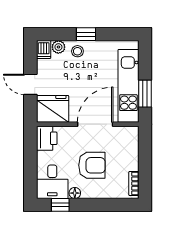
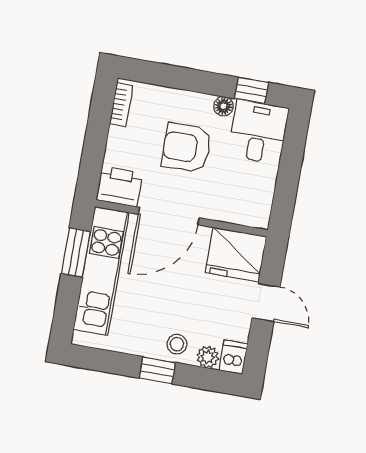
printer: (47, 138) -> (119, 187), moved, turned 90

